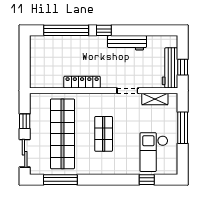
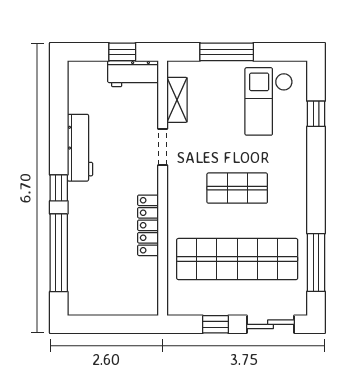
workbench: (170, 68) -> (133, 74), width x0.73
checkout: (154, 152) -> (269, 101), turned 90

